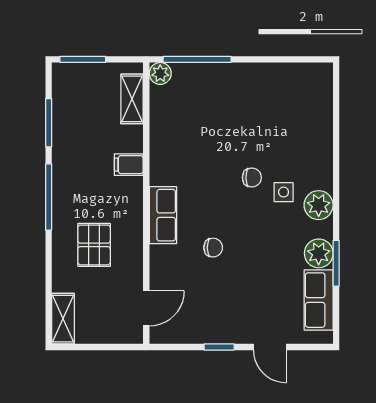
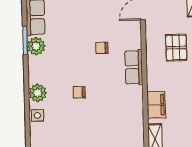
filing cabinet: (129, 165) -> (156, 105), width x2.00
side table: (284, 192) -> (37, 115), moved
plant: (319, 205) -> (38, 93), moved

